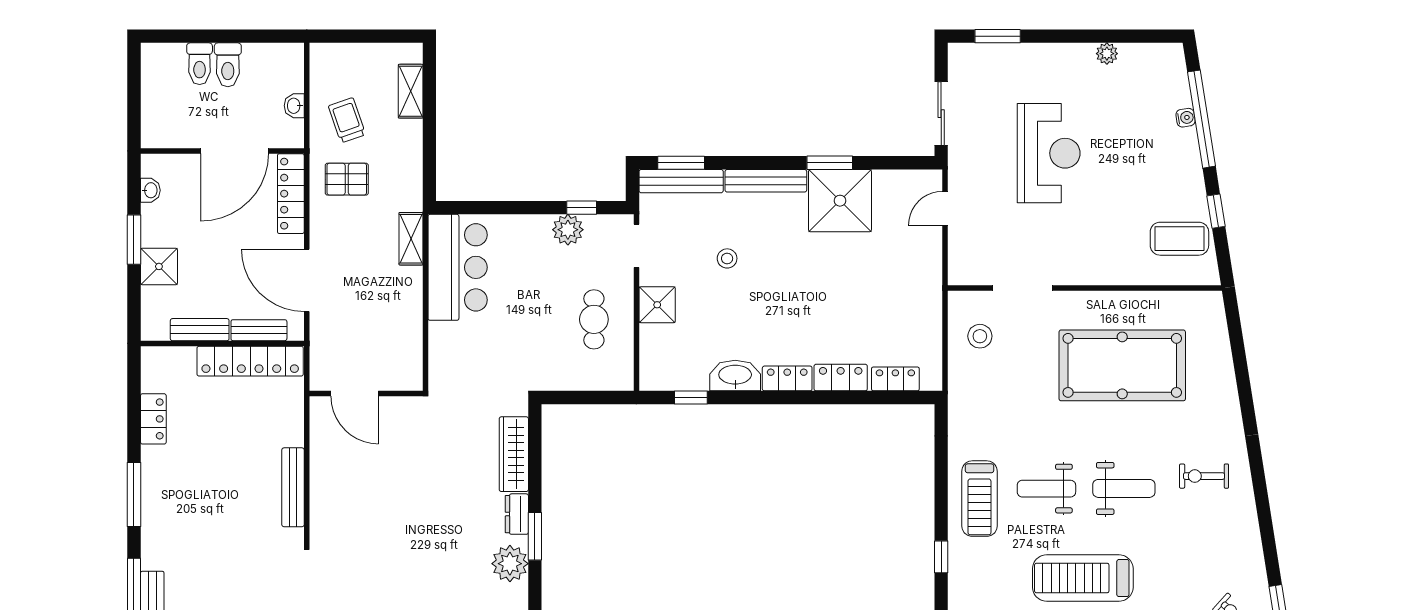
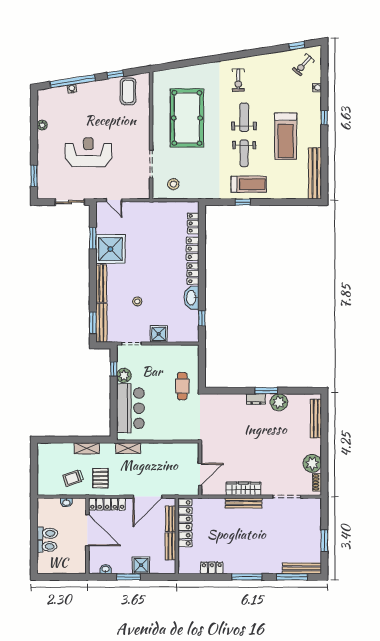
shelving: (411, 91) -> (87, 448), moved
window: (830, 163) -> (93, 238), moved
bar counter: (458, 267) -> (130, 408), moved, turned 90
cafe table: (594, 319) -> (182, 386), moved, turned 90
wardrobe: (514, 454) -> (243, 489), moved, turned 180
window: (941, 557) -> (243, 202), moved

